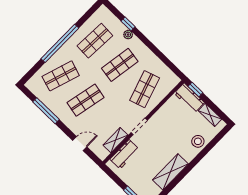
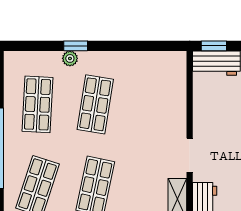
window: (128, 24) -> (76, 46), moved
shop shelf: (145, 89) -> (153, 104), removed

